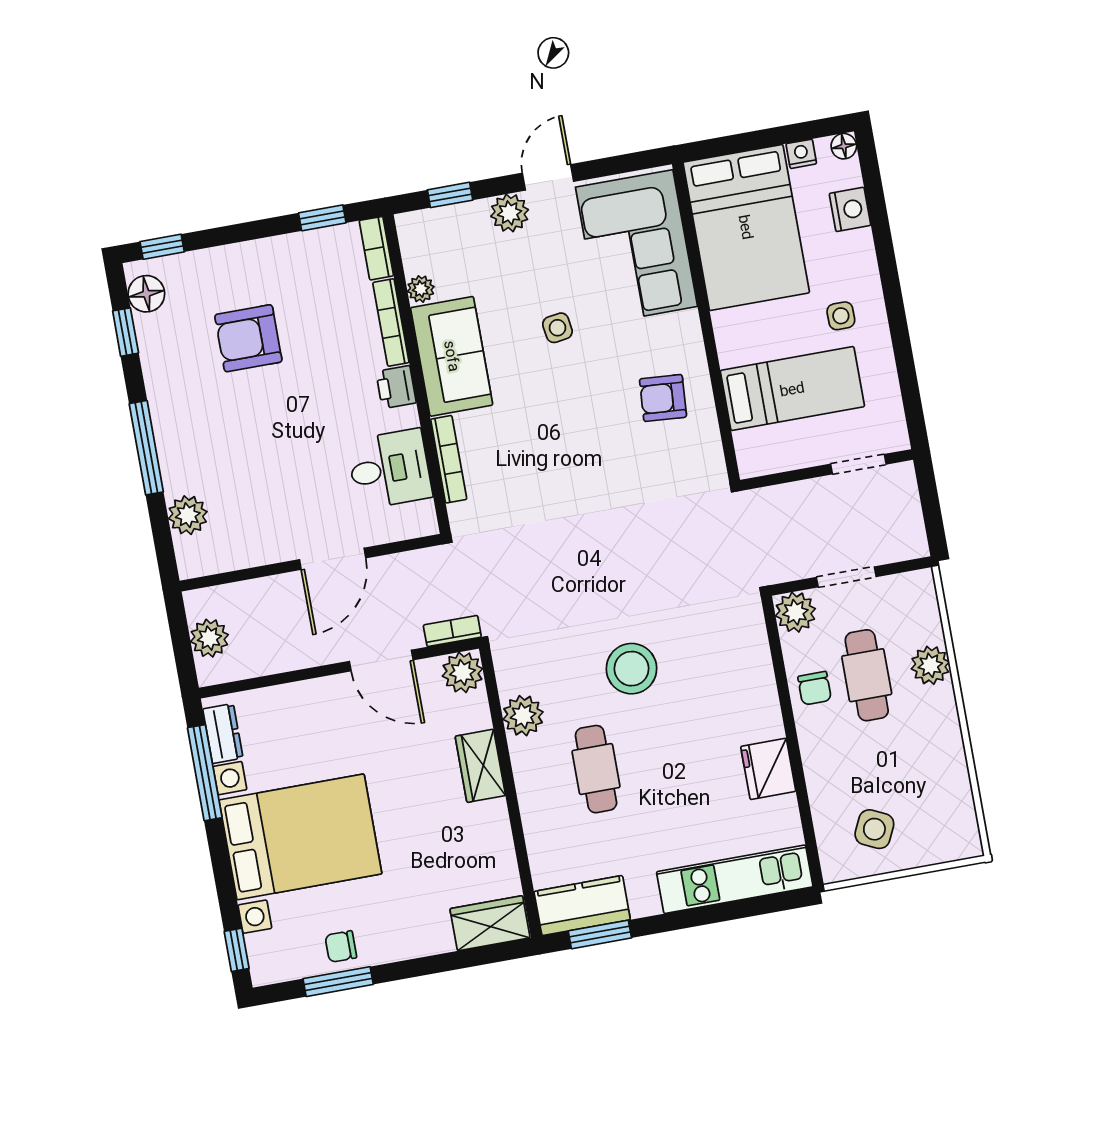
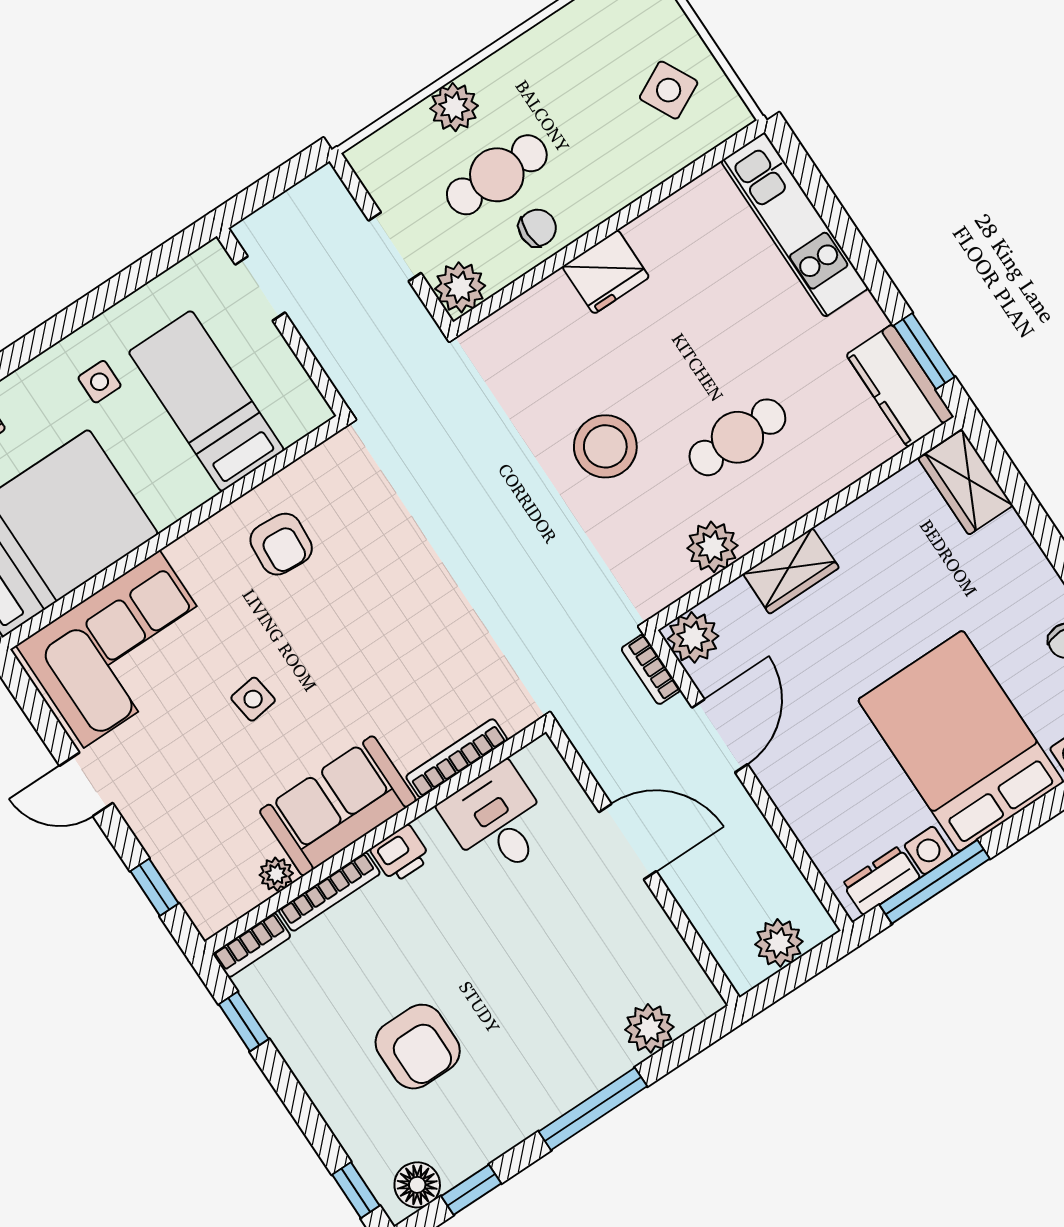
plant: (510, 213) -> (146, 810), removed
fridge: (768, 769) -> (606, 272), moved
side table: (874, 829) -> (669, 90), turned 38

